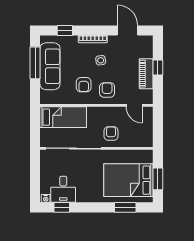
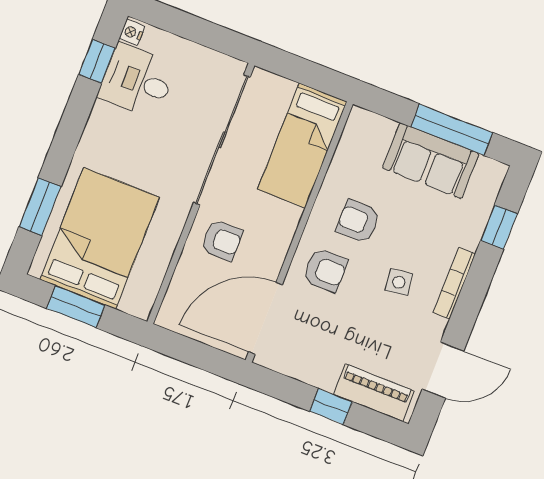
sofa: (50, 66) -> (431, 161), width x0.73
piano: (146, 74) -> (374, 393), moved
door: (134, 105) -> (265, 318), width x1.87

